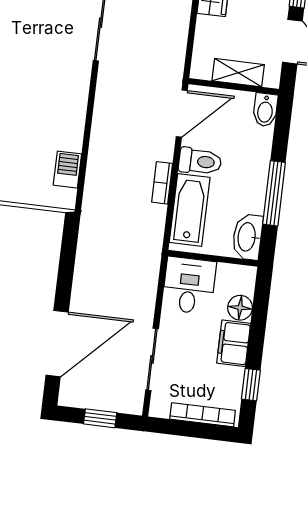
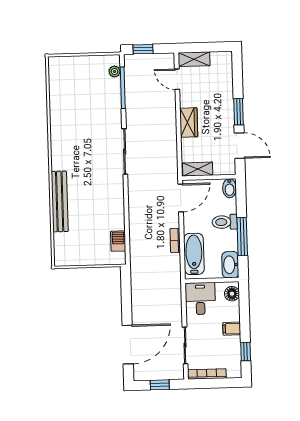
shelving: (238, 73) -> (198, 169), moved
toilet: (200, 161) -> (225, 222), moved, turned 180
floor lamp: (240, 308) -> (232, 294), moved
filing cabinet: (234, 343) -> (232, 329), width x0.50
bookcase: (203, 415) -> (207, 374), moved

